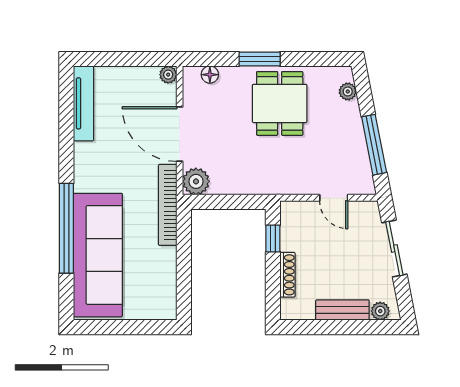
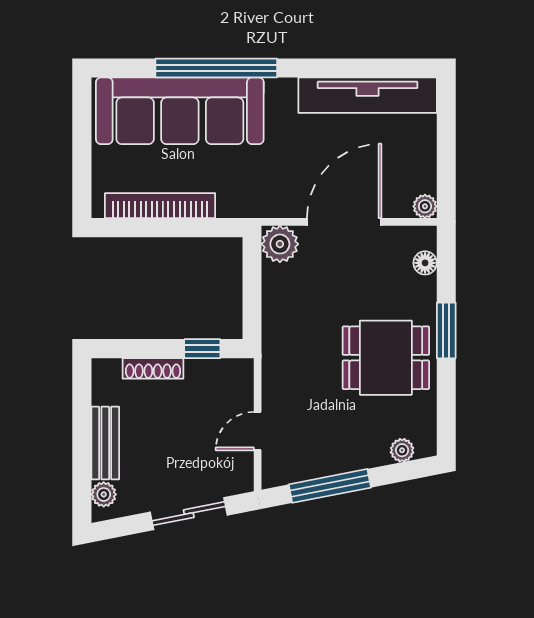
tv unit: (84, 103) -> (368, 95), width x1.36, depth x1.29
bookcase: (168, 205) -> (160, 206), moved

